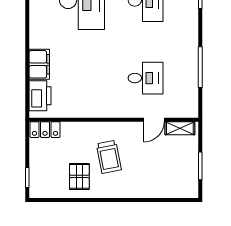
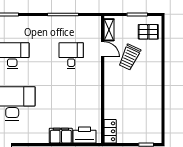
trolley: (109, 157) -> (129, 57), moved, turned 126
pallet: (79, 176) -> (148, 32), moved

